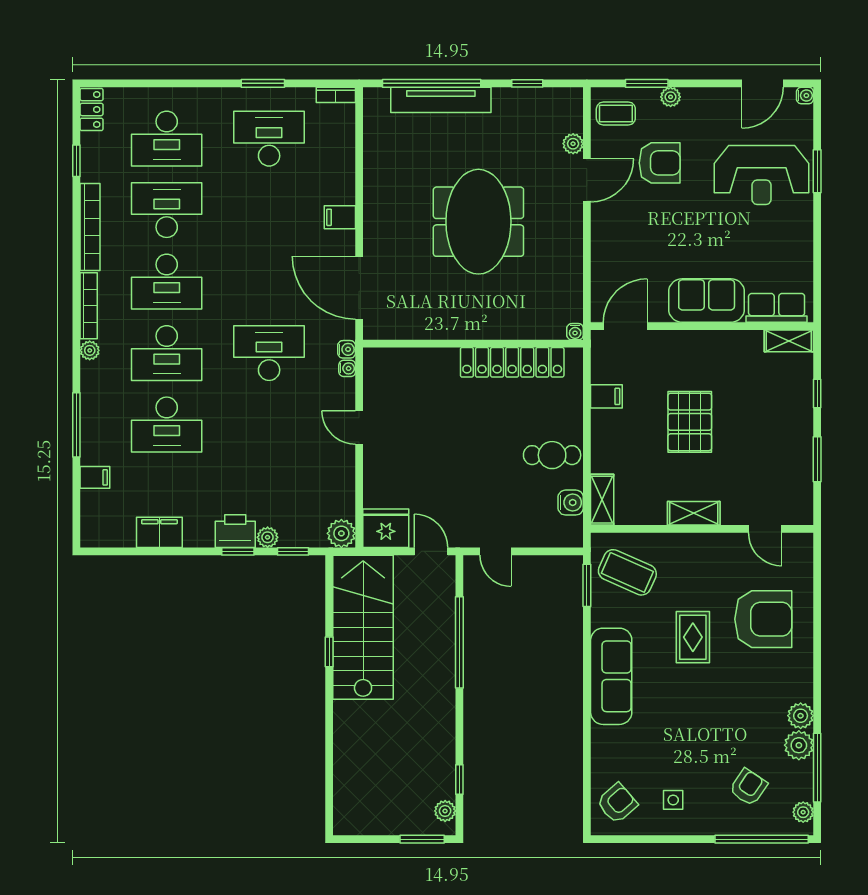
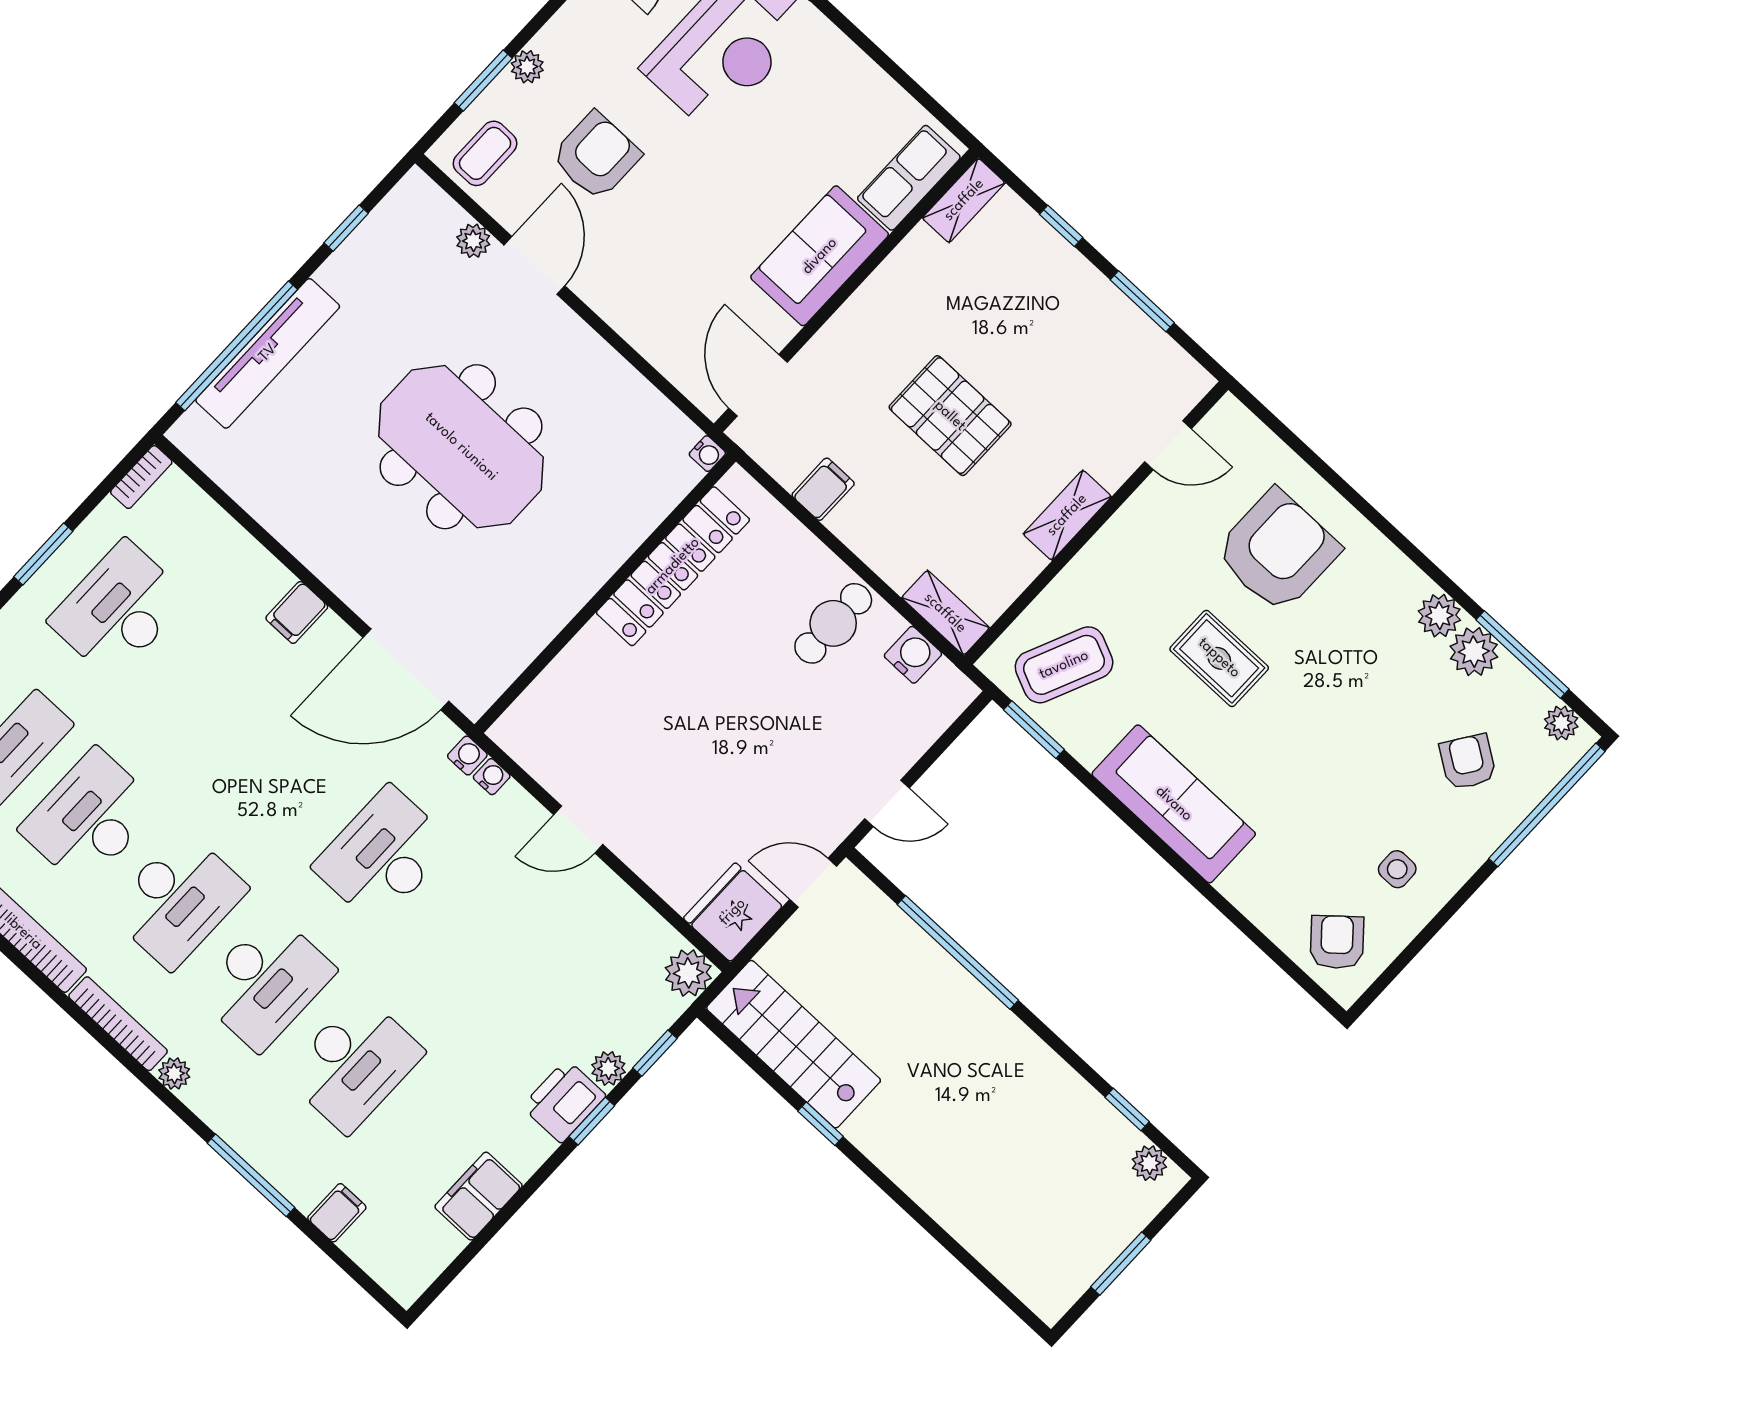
stairs: (363, 627) -> (794, 1044), width x0.73, depth x0.66
window: (422, 839) -> (1121, 1264), moved

